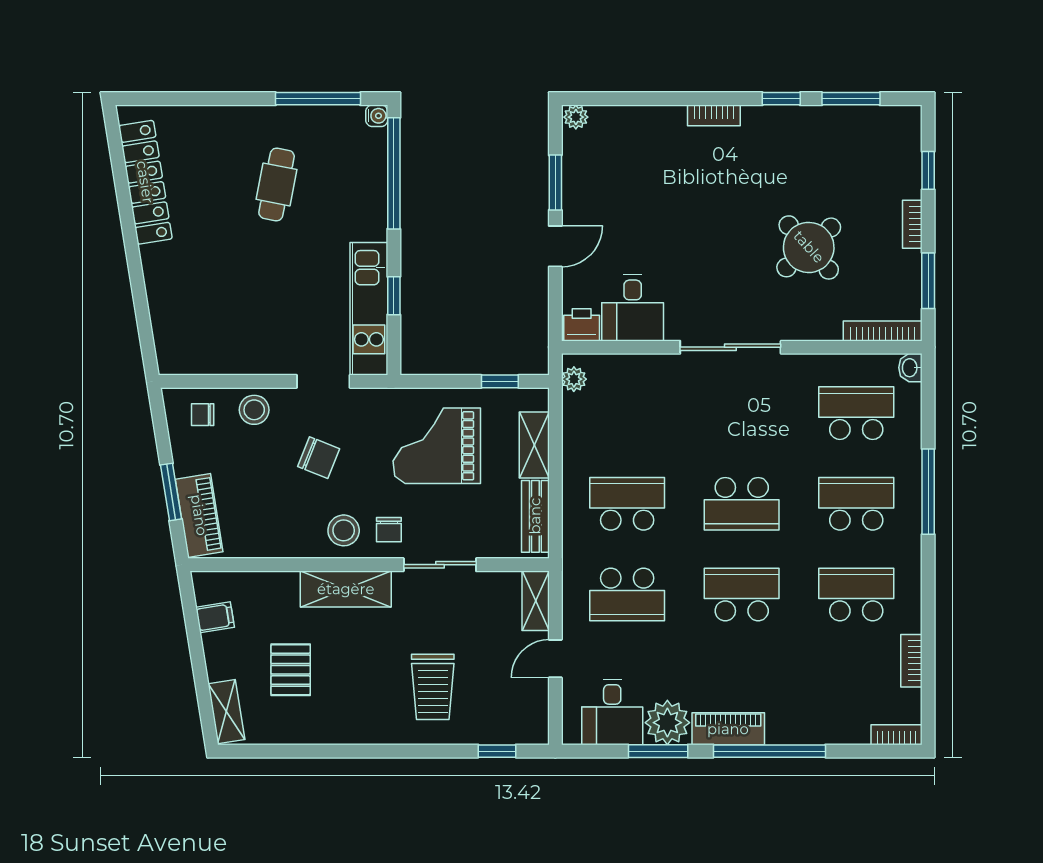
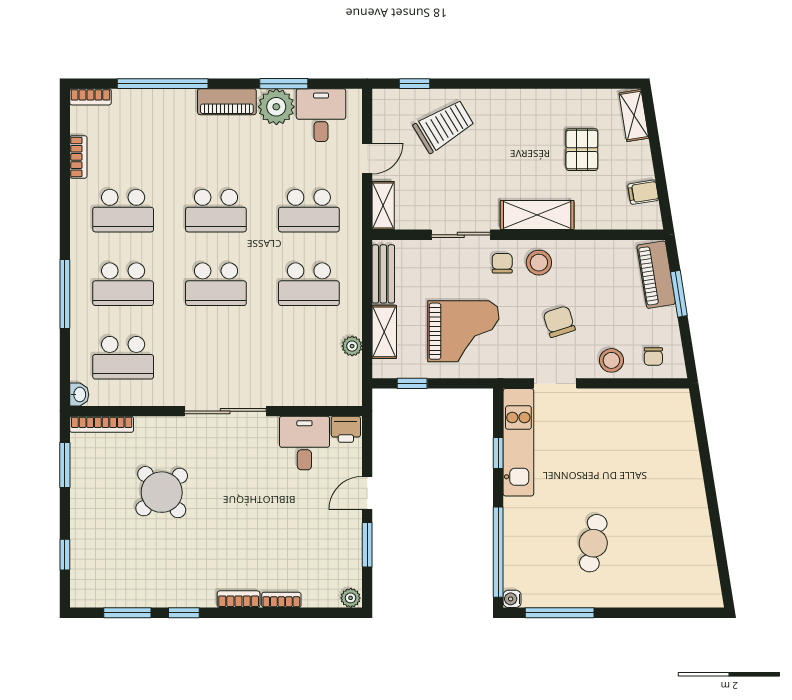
locker: (145, 182) -> (700, 545), removed
bookcase: (912, 224) -> (281, 600), moved, turned -90
plant: (574, 379) -> (352, 346), moved
chair: (203, 415) -> (653, 357), turned 90
chair: (319, 458) -> (559, 322), turned 50
school desk: (742, 504) -> (216, 284), turned 180
school desk: (627, 594) -> (309, 211), turned 180
trolley: (433, 687) -> (444, 126), moved, turned 59
window: (769, 751) -> (163, 84), moved

